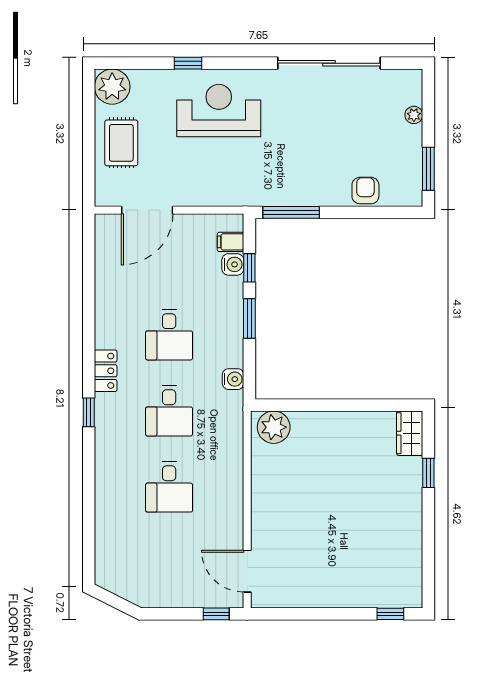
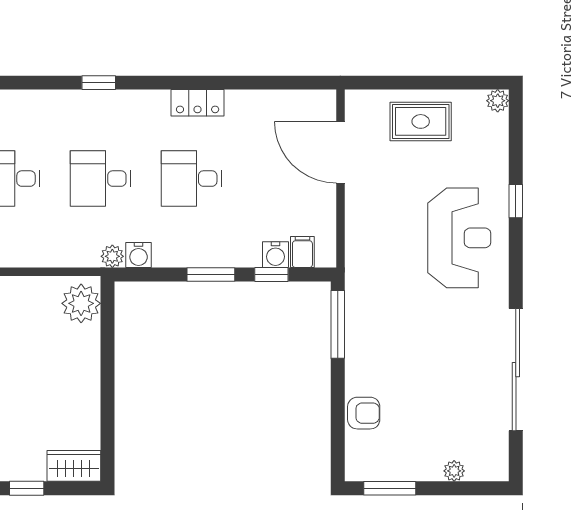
plant: (112, 87) -> (498, 101), width x0.53, depth x0.53
locker: (106, 371) -> (198, 103), moved
plant: (234, 401) -> (112, 256), added

